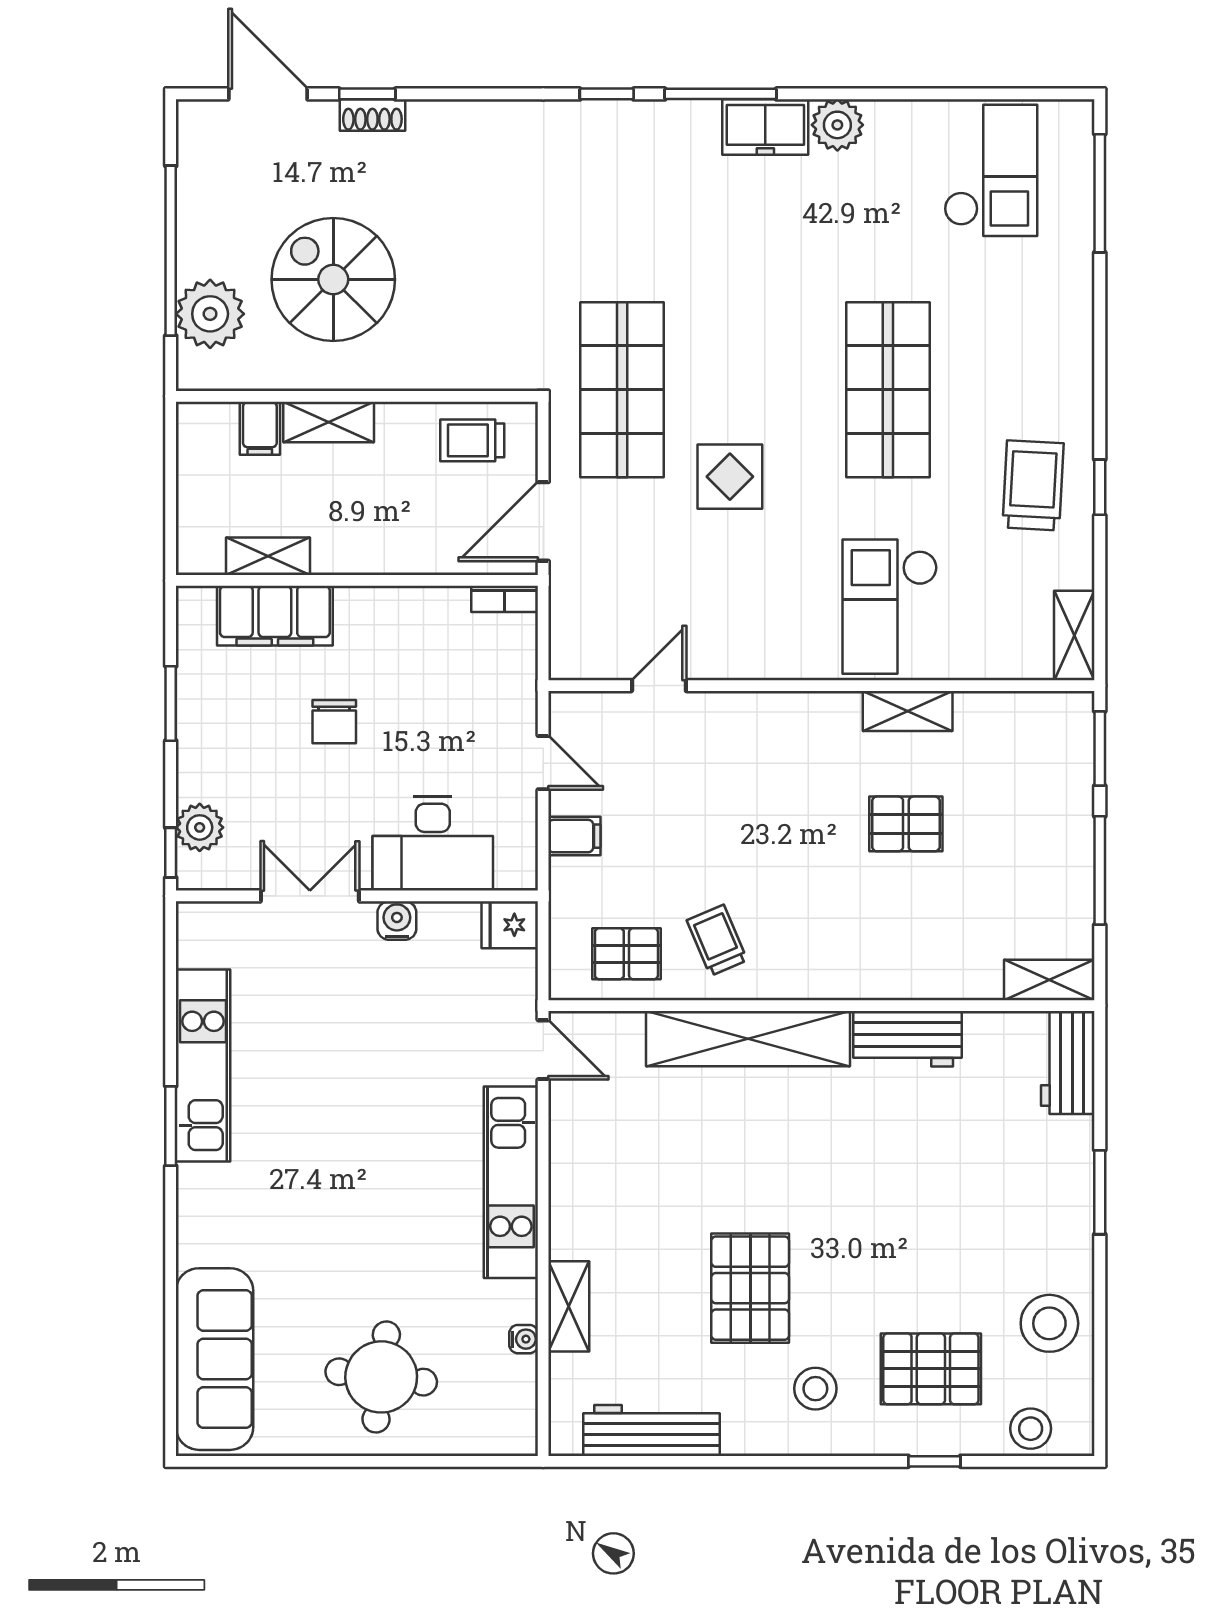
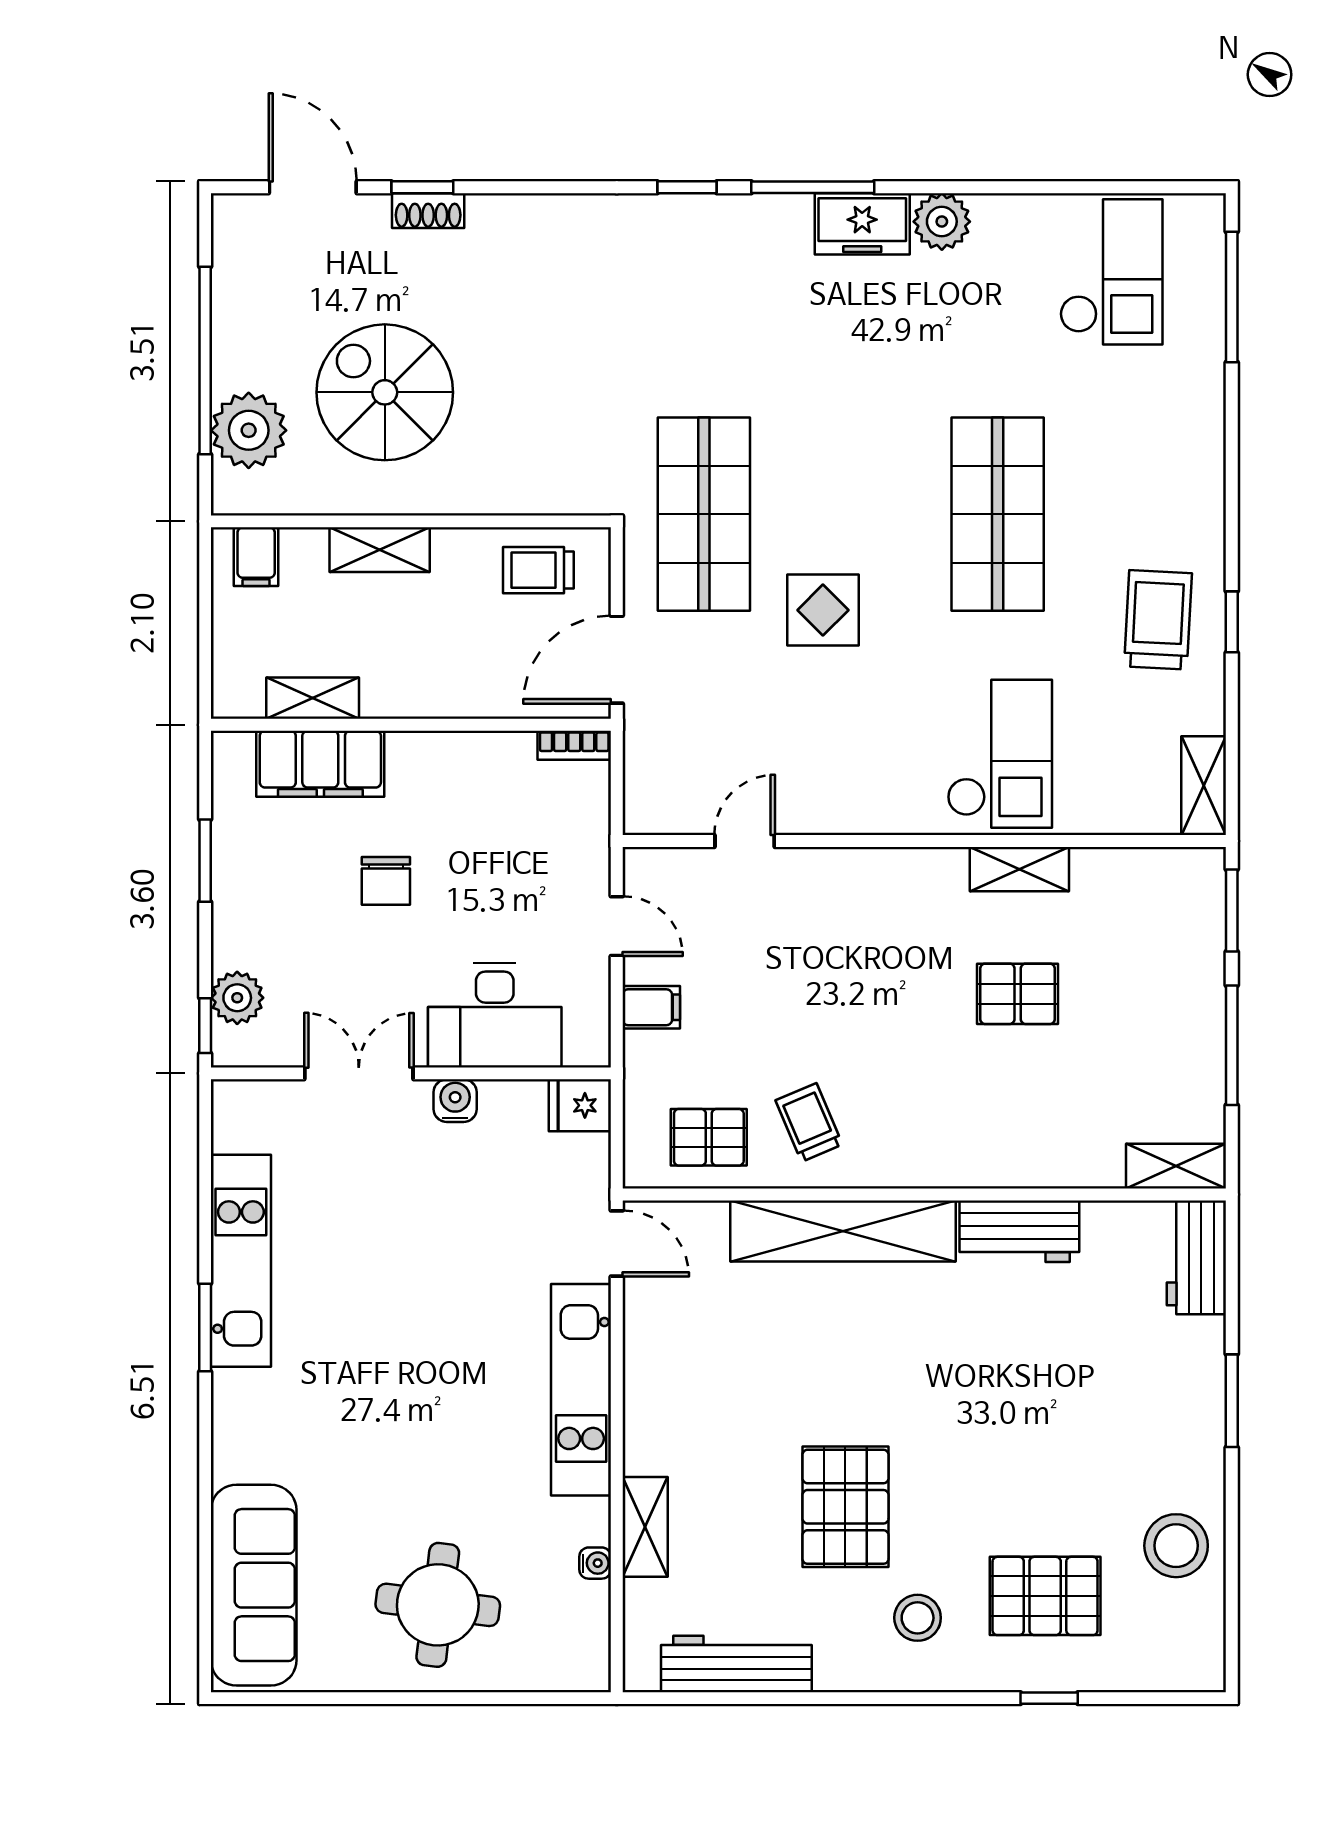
filing cabinet: (260, 428) -> (256, 557), moved
checkout: (890, 607) -> (1000, 754), turned 180
stool: (1031, 1429) -> (1155, 1662), removed

